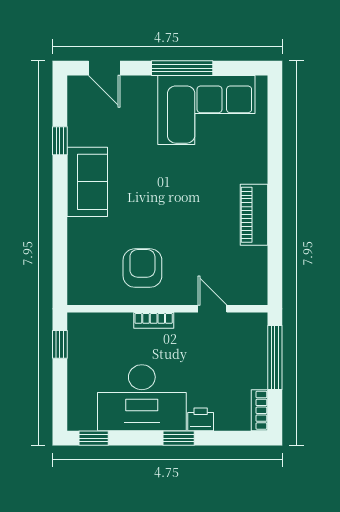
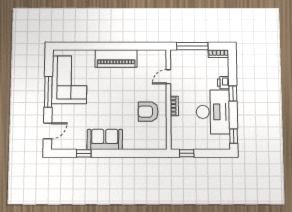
piano: (254, 215) -> (116, 59), width x1.37, depth x1.33

